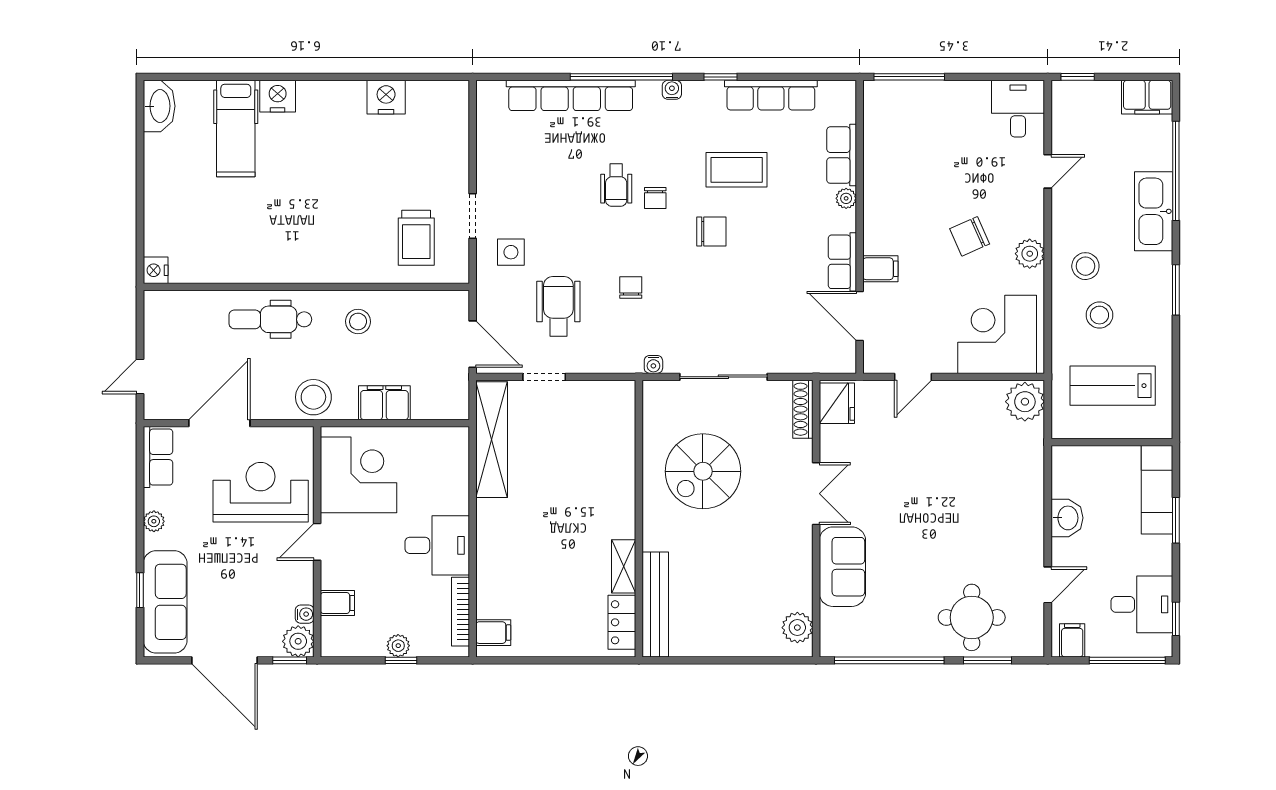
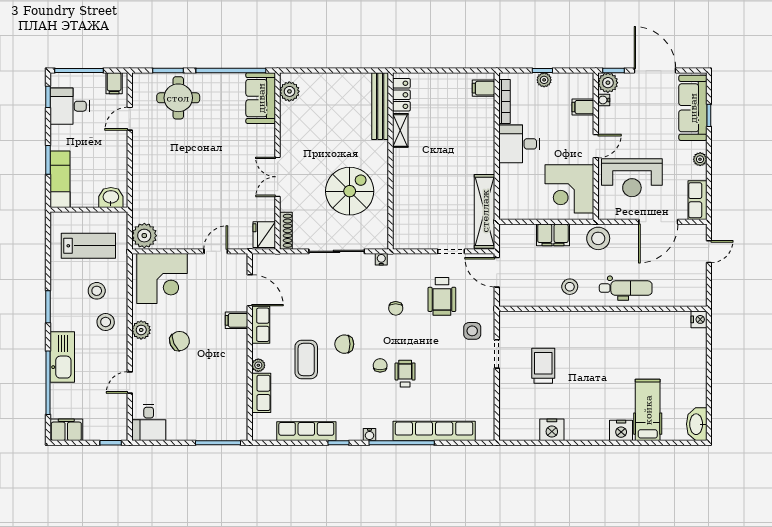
coffee table: (737, 170) -> (306, 360), moved, turned 90
trolley: (416, 238) -> (543, 366), moved
washbasin: (1067, 518) -> (111, 197), moved, turned 90
sofa: (842, 567) -> (261, 98), moved

